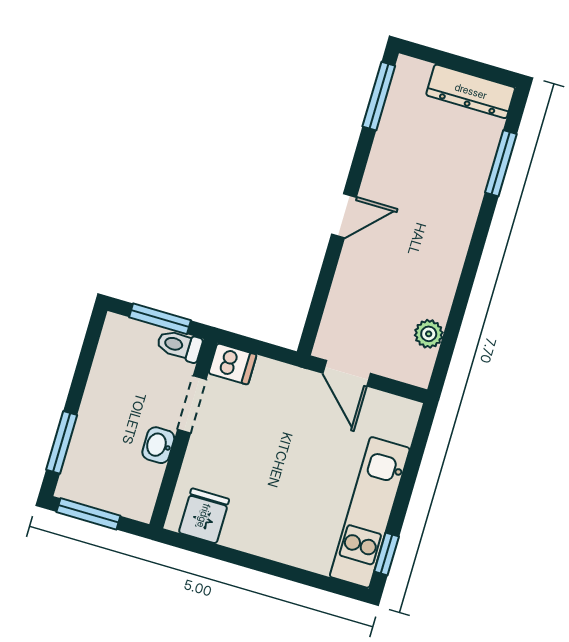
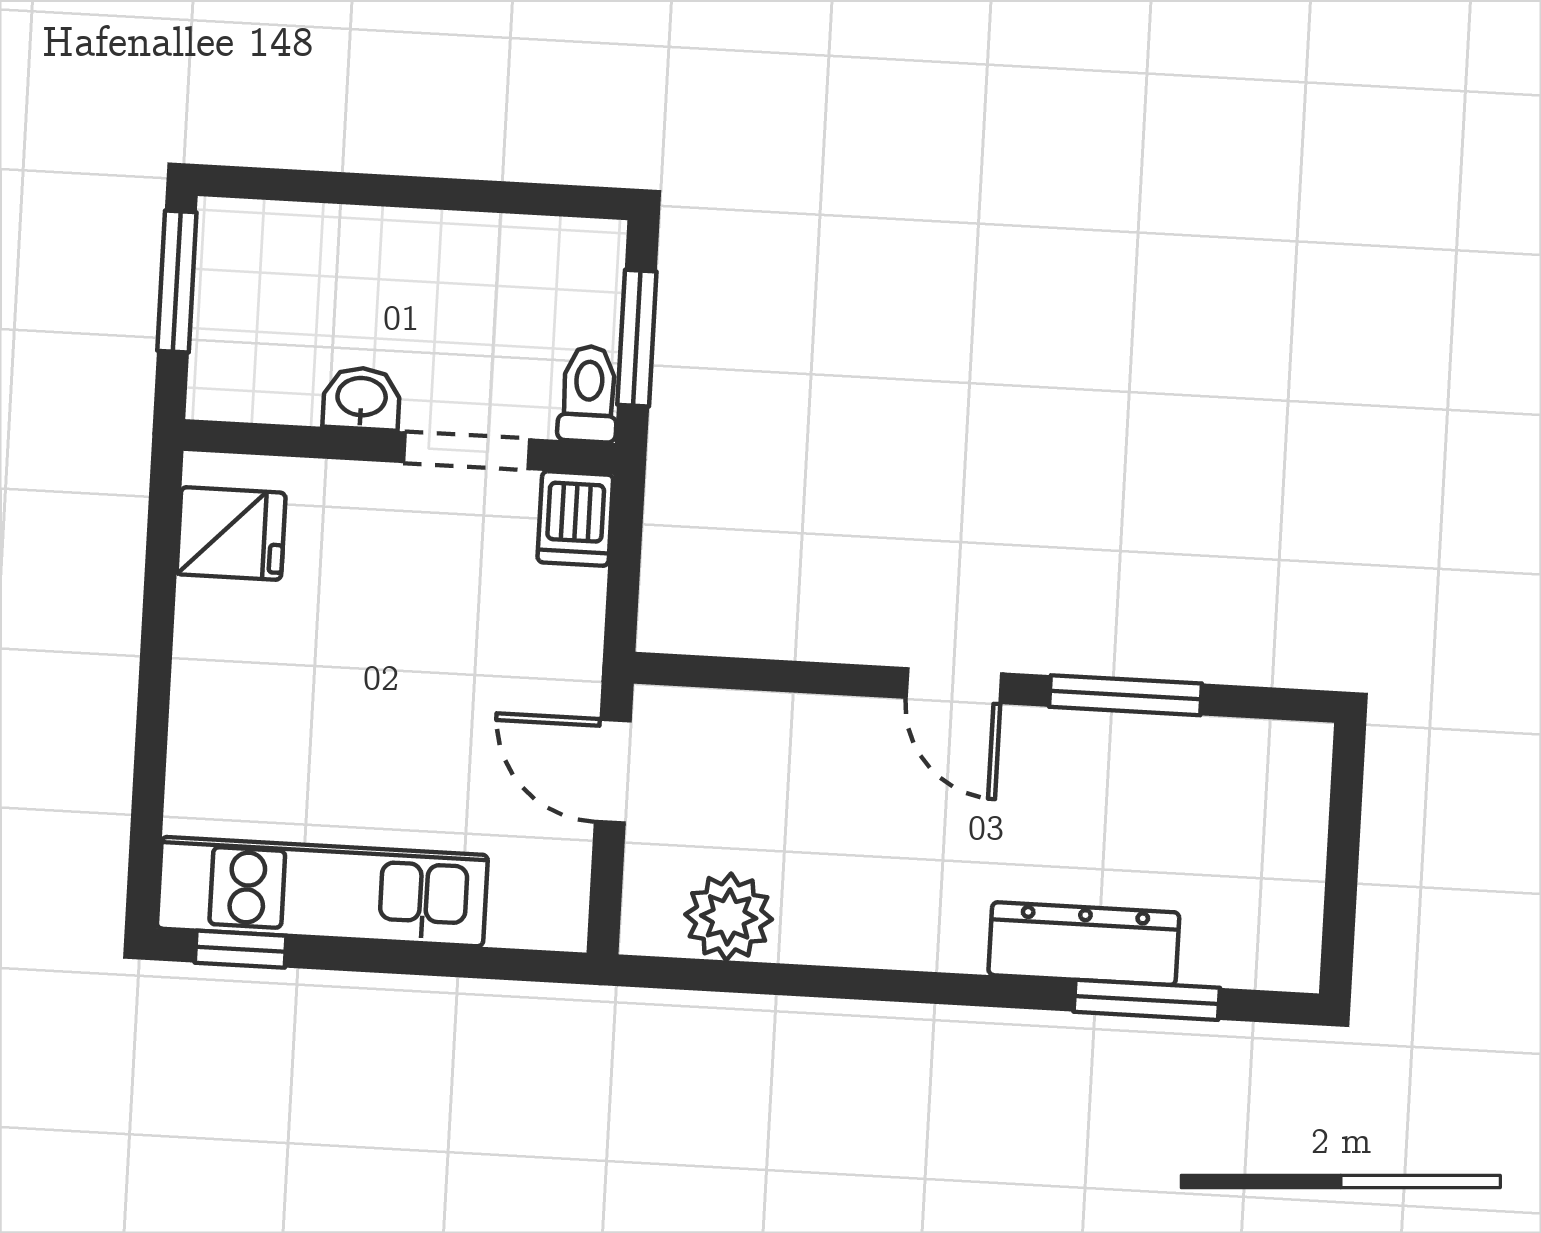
dresser: (471, 91) -> (1084, 944), moved, turned 90
window: (379, 96) -> (1125, 695), moved
plant: (429, 334) -> (729, 917), width x1.38, depth x1.38
door: (347, 373) -> (613, 771), hinge flipped
window: (62, 442) -> (319, 187), removed

